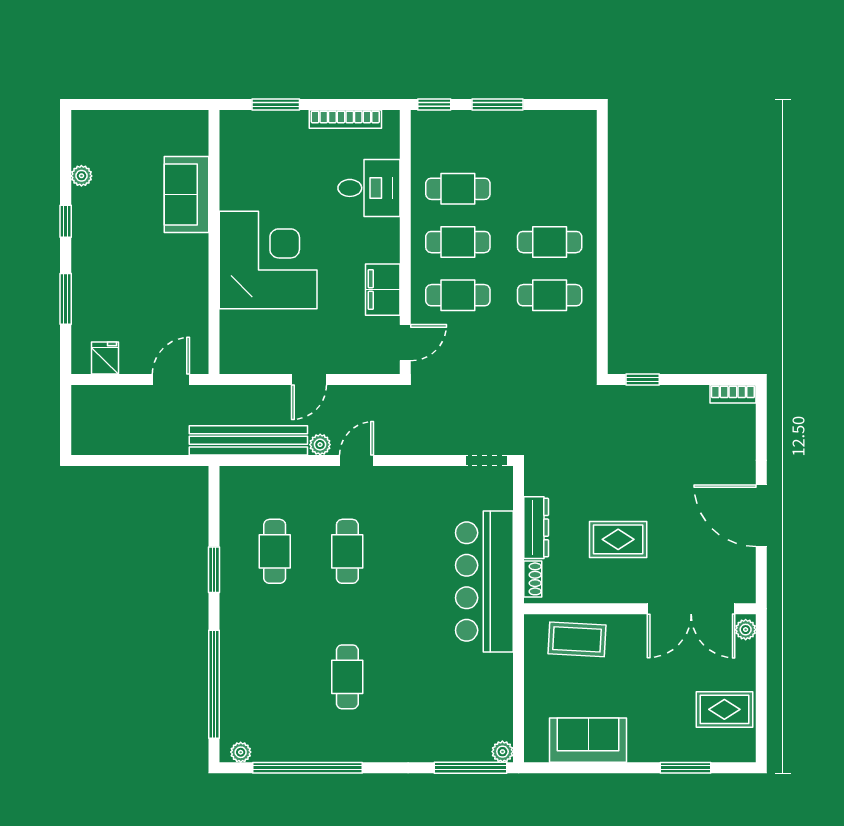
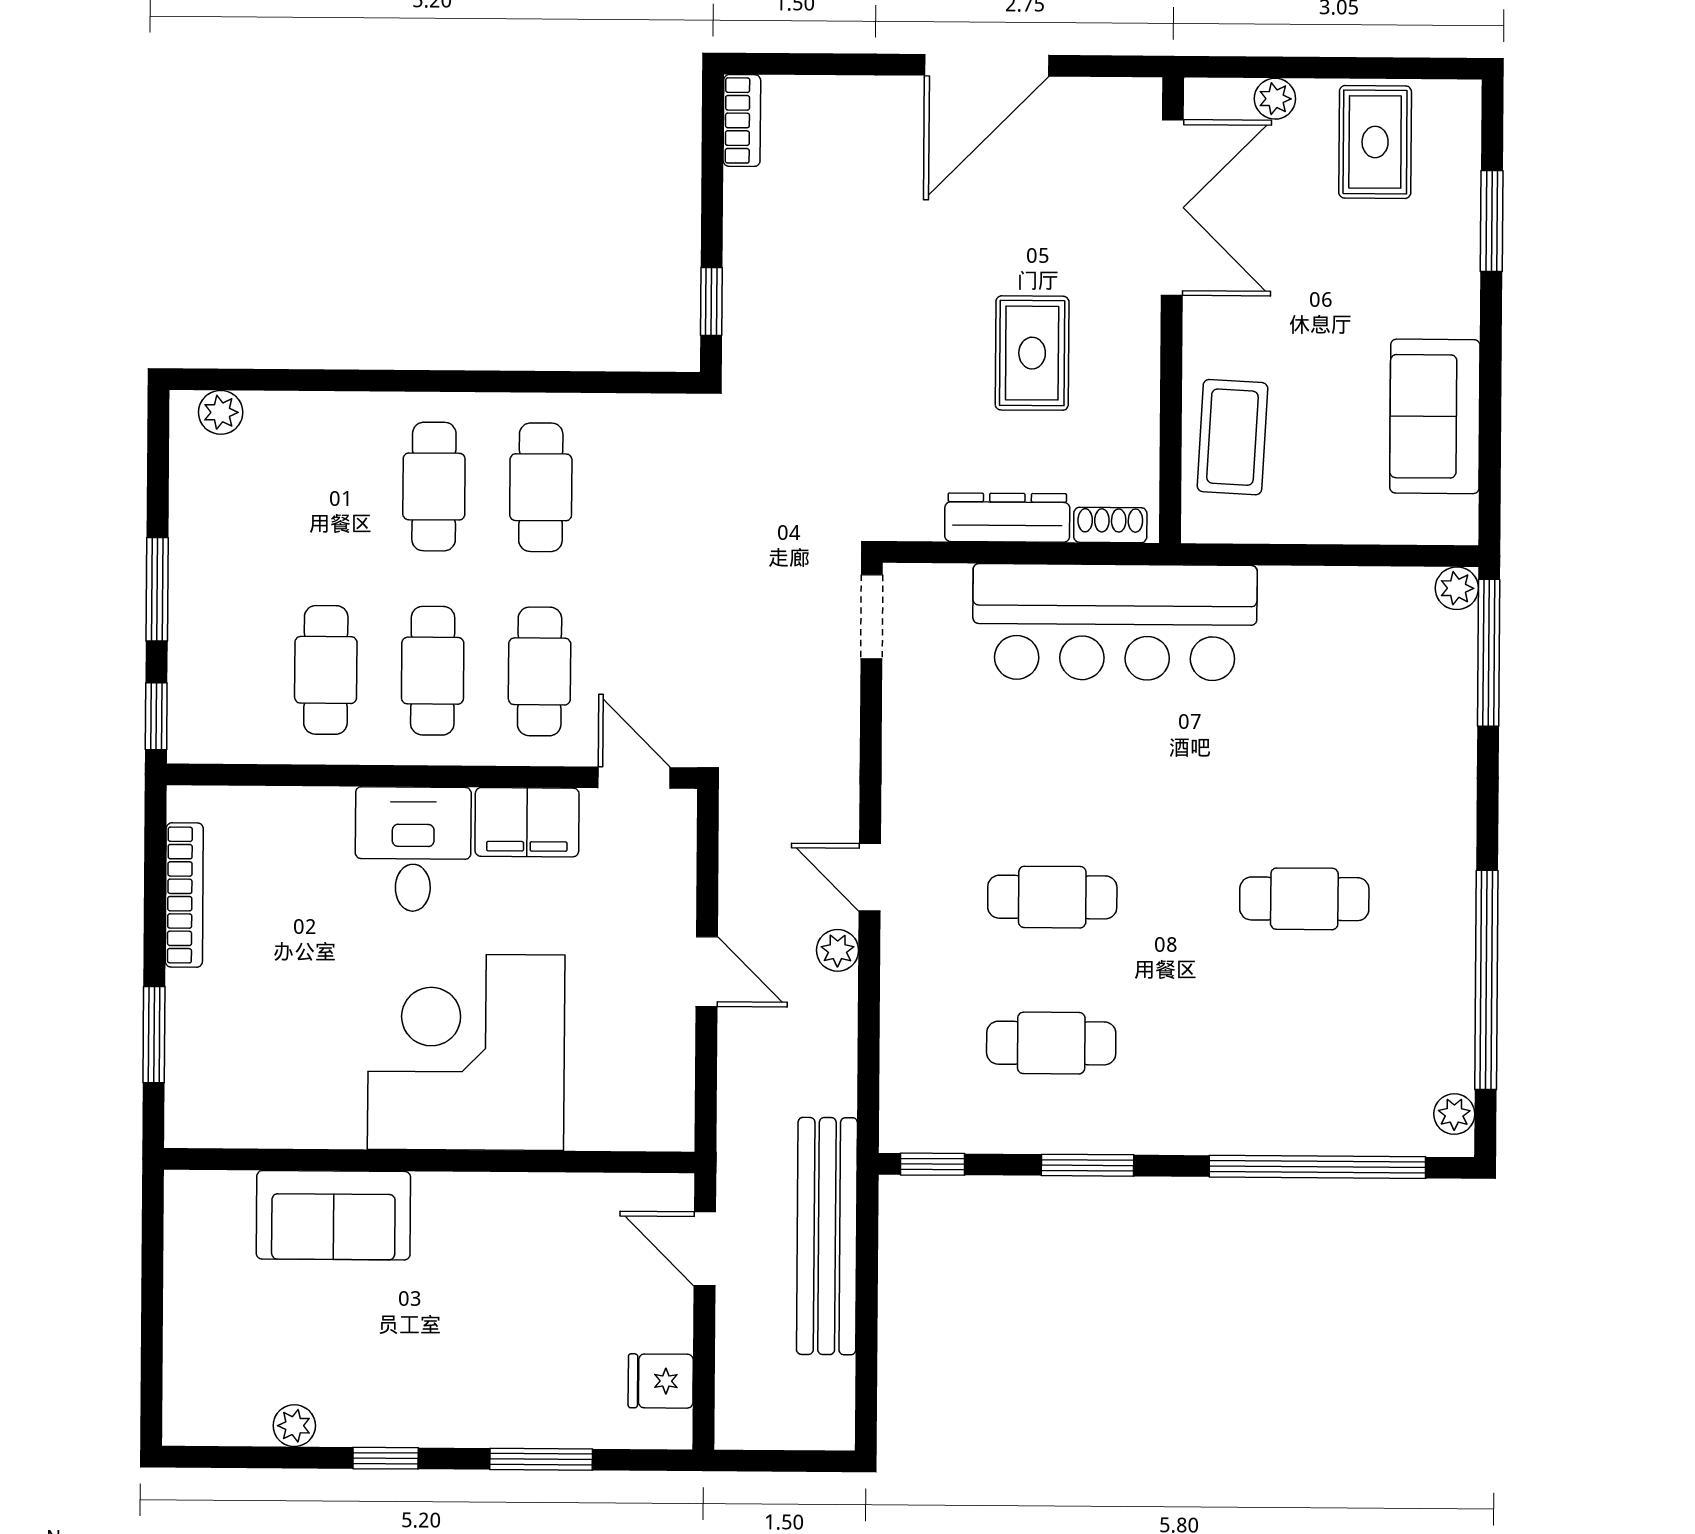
plant: (586, 136) -> (221, 412), added
desk: (369, 188) -> (413, 849), moved
bench: (248, 440) -> (827, 1236), moved
window: (214, 493) -> (933, 1164), added
plant: (746, 630) -> (1275, 99), moved

